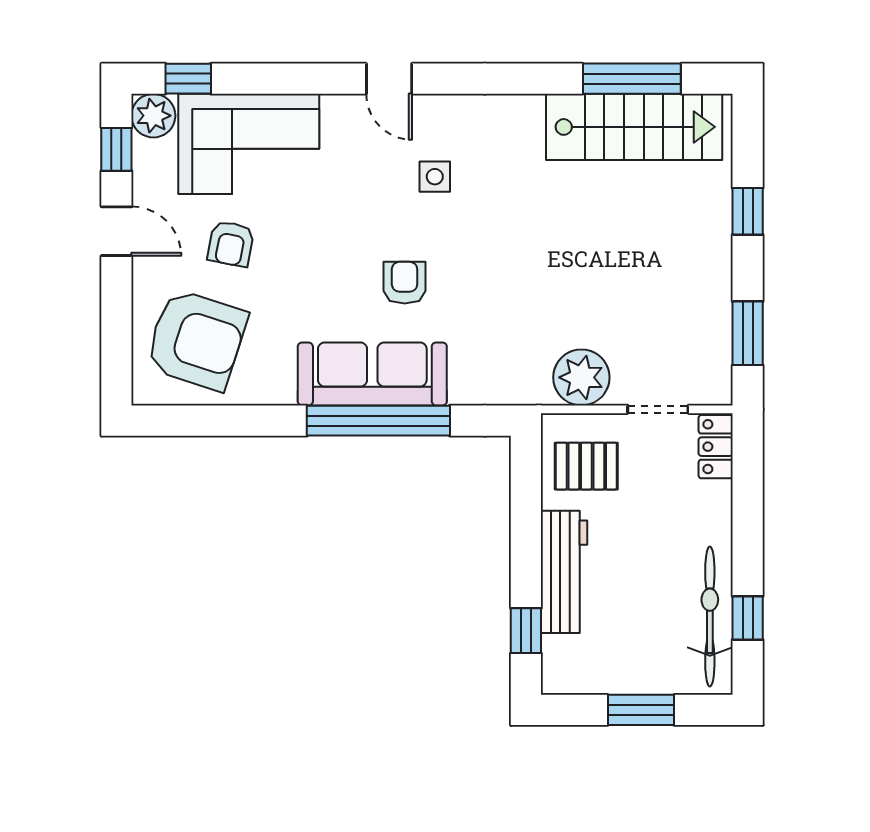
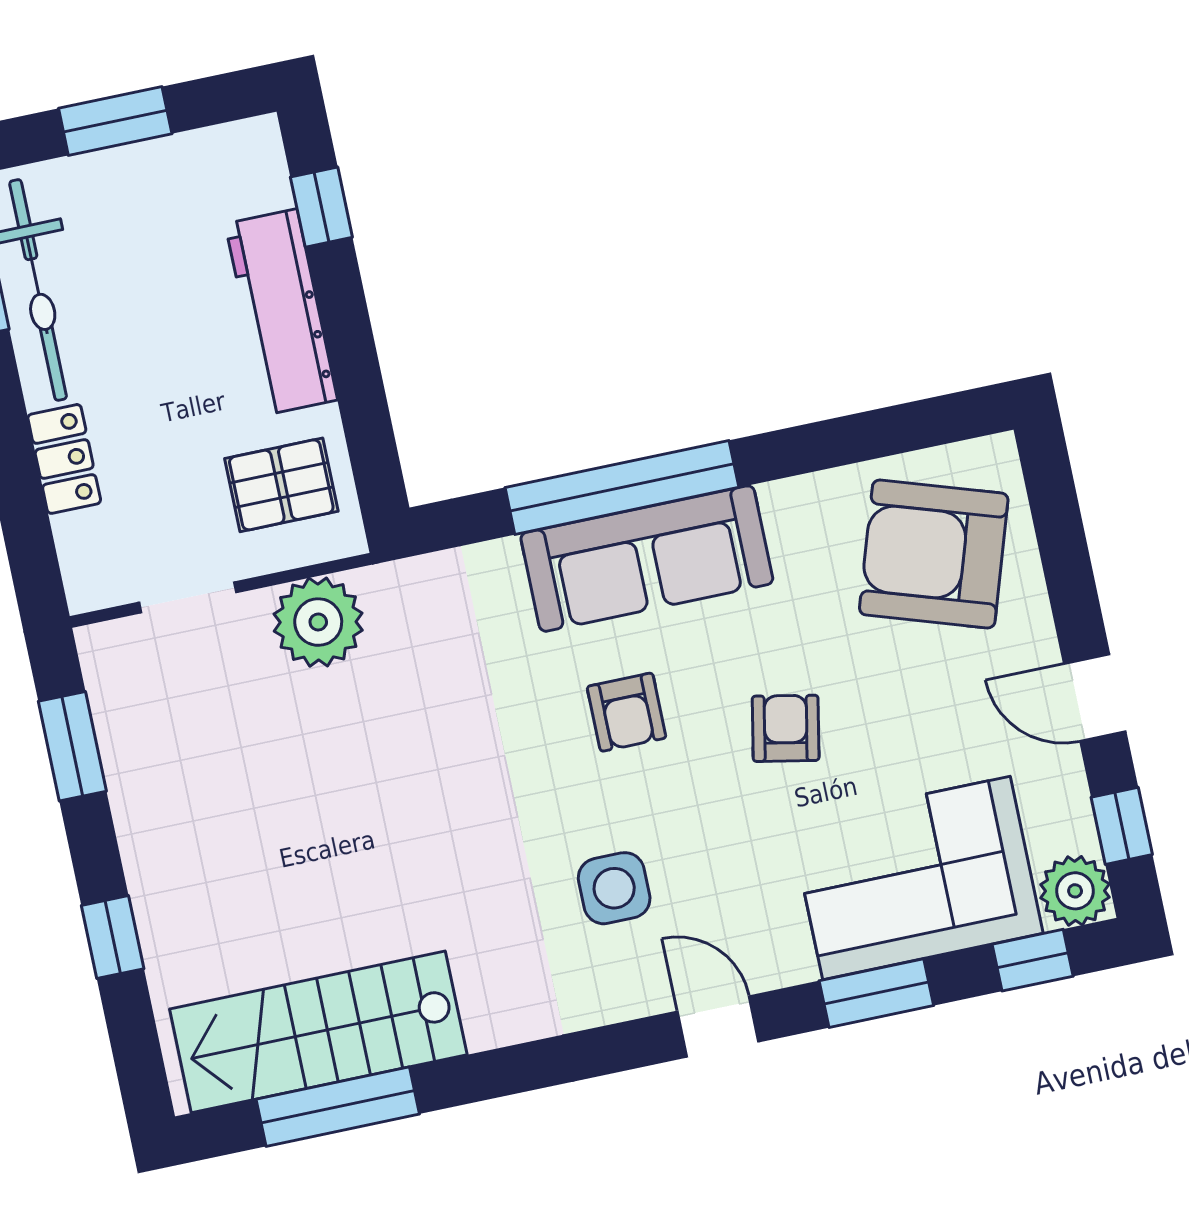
window: (288, 79) -> (876, 993), added
side table: (435, 177) -> (614, 888), width x1.37, depth x1.37
armchair: (231, 244) -> (786, 728), moved
locker: (716, 447) -> (64, 459), moved

